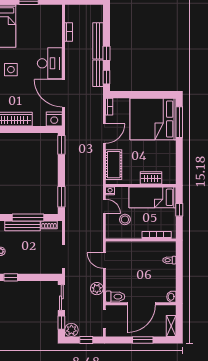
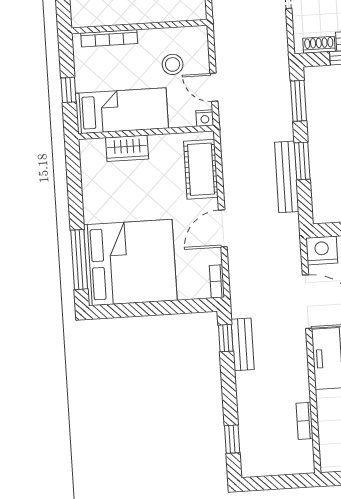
bench: (98, 41) -> (287, 177), moved
window: (106, 53) -> (232, 439), moved
window: (61, 145) -> (302, 161), moved

